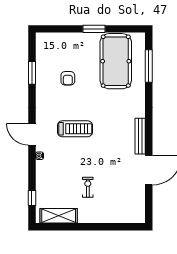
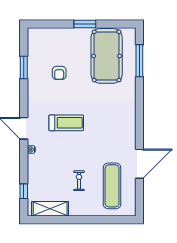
bench: (140, 136) -> (131, 130), removed
exercise mat: (121, 193) -> (112, 186), added

